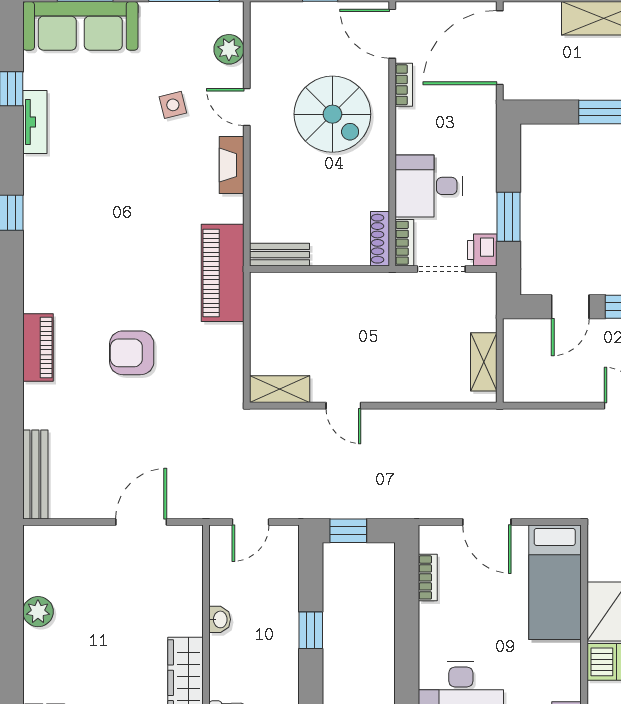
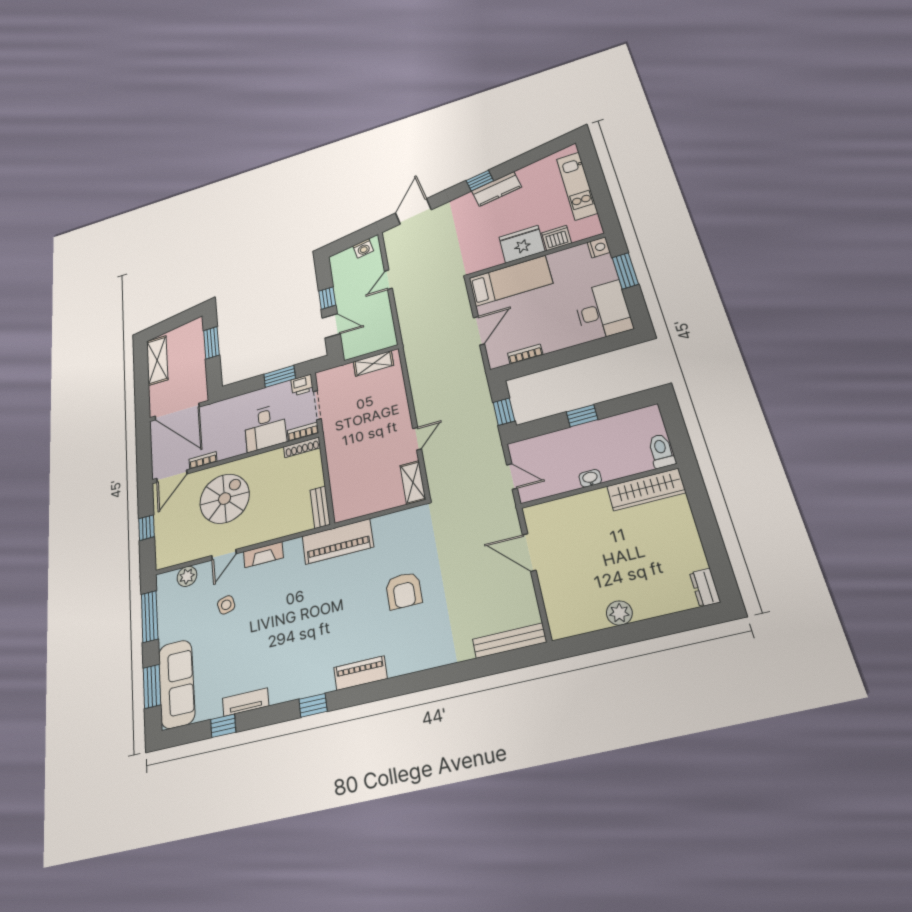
piano: (38, 348) -> (360, 673), moved

